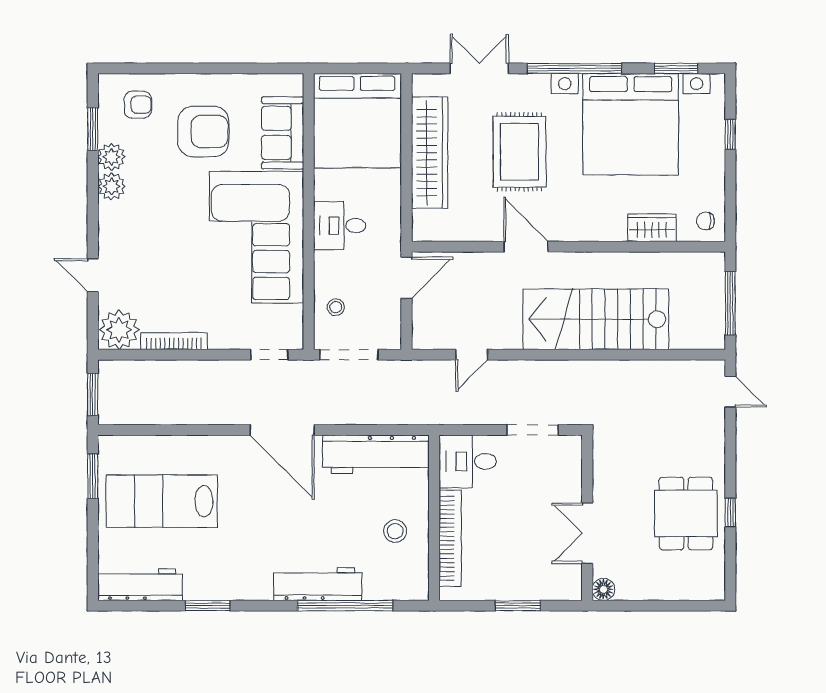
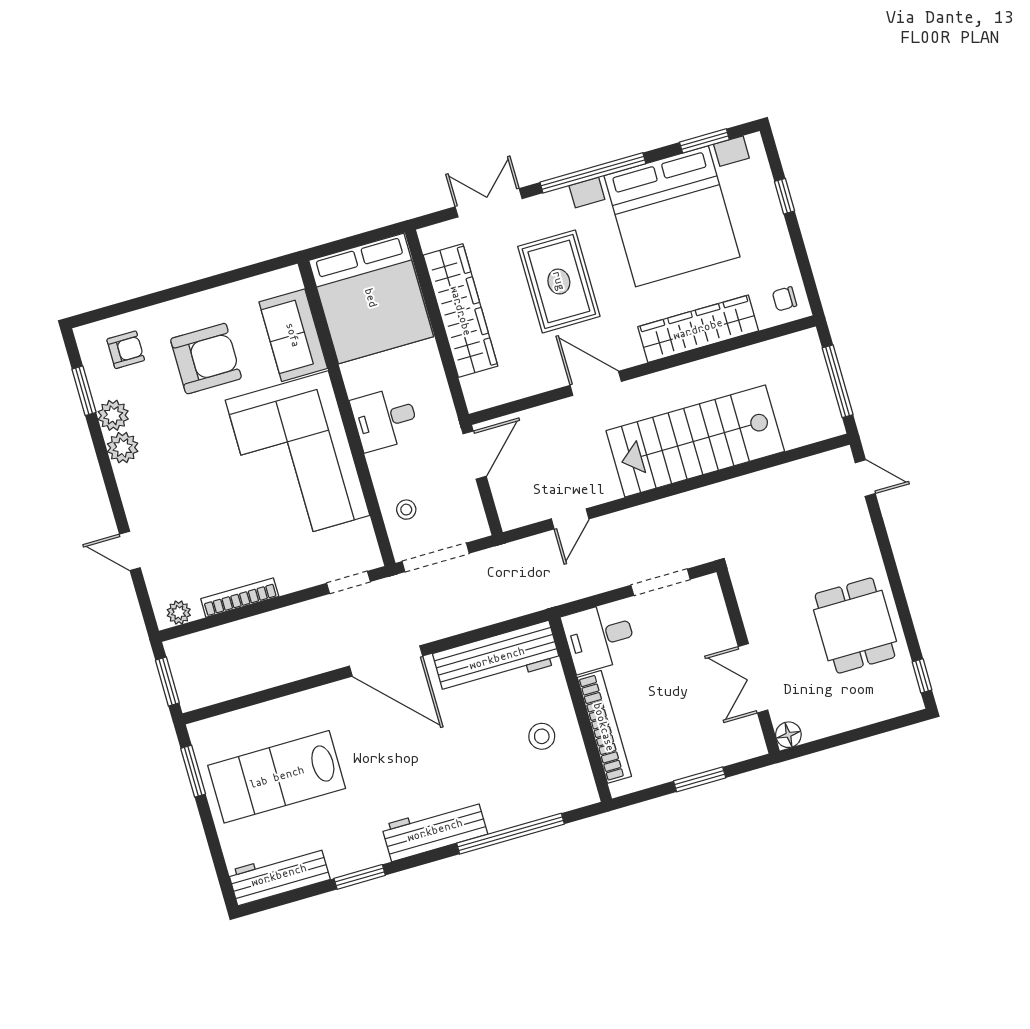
wardrobe: (652, 228) -> (698, 329), width x2.10, depth x1.17
plant: (119, 330) -> (179, 613), width x0.53, depth x0.53
window: (730, 513) -> (922, 676), moved
workbench: (318, 584) -> (435, 830), moved

